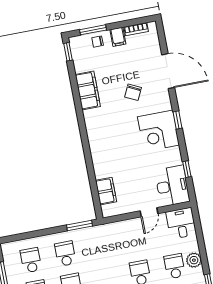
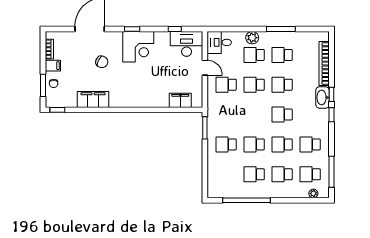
school desk: (31, 260) -> (226, 85), moved

